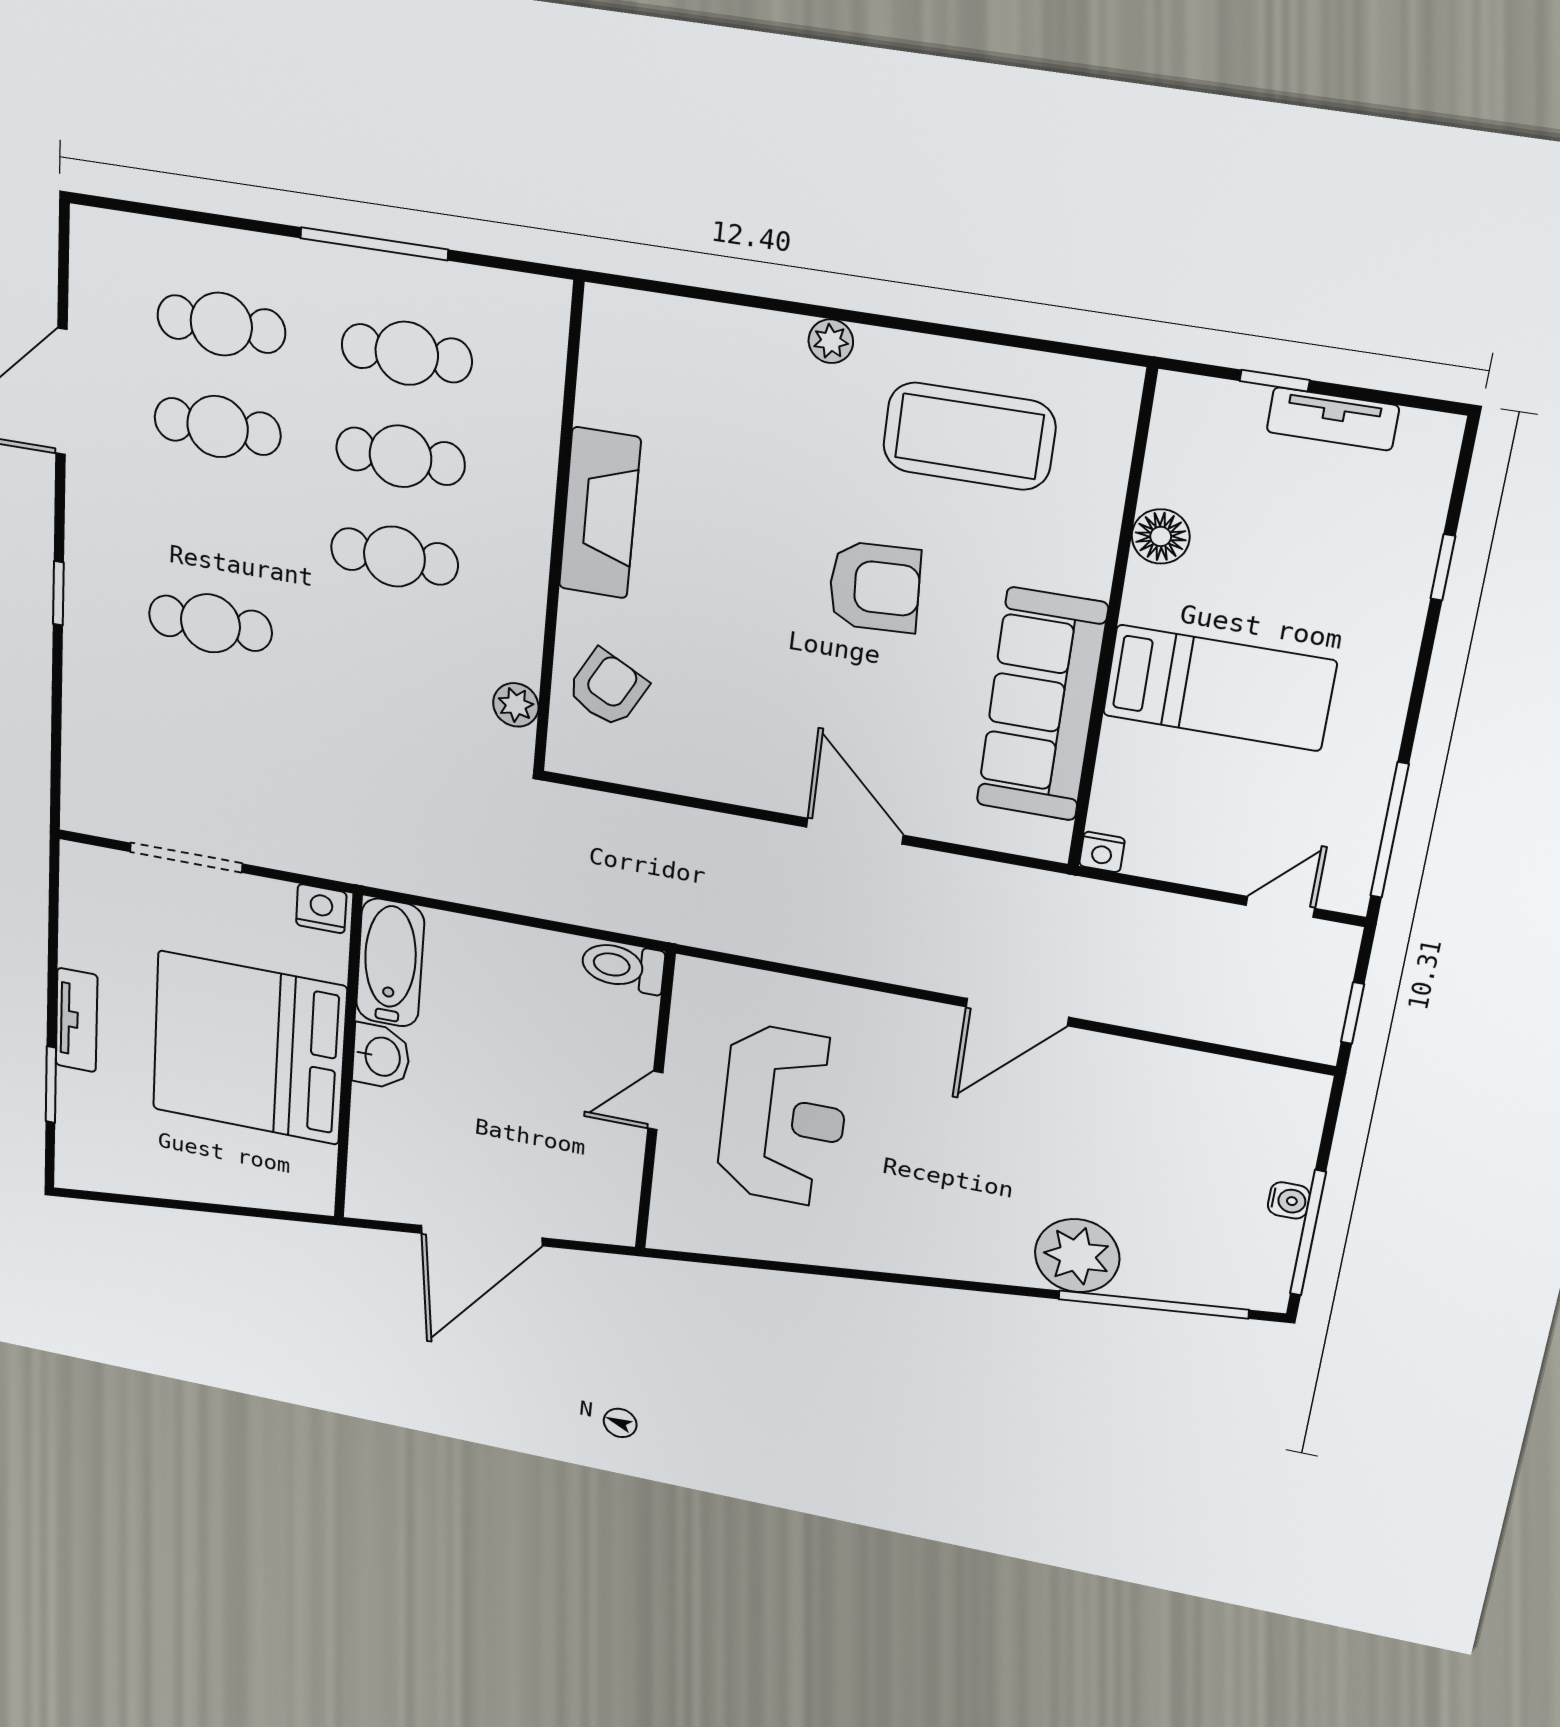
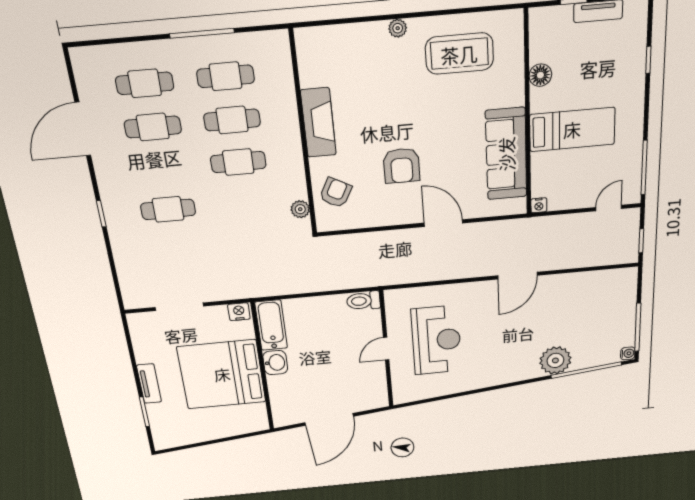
armchair: (875, 587) -> (402, 166), moved, turned 93
water cooler: (1289, 1200) -> (628, 353), moved

